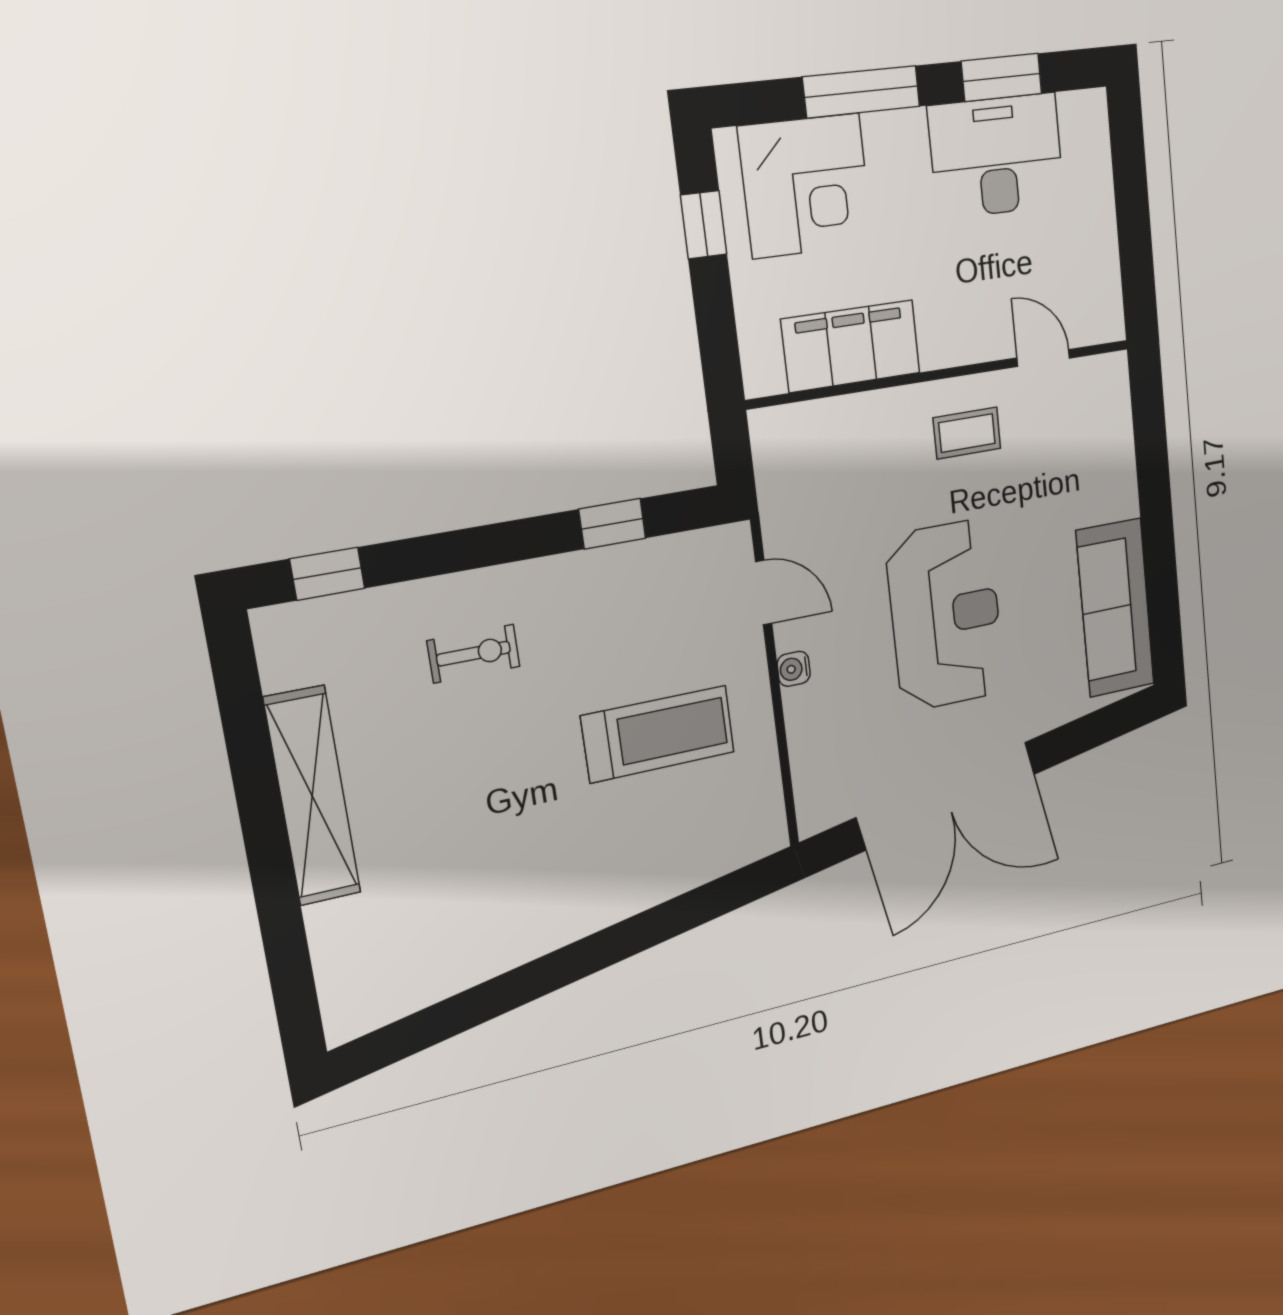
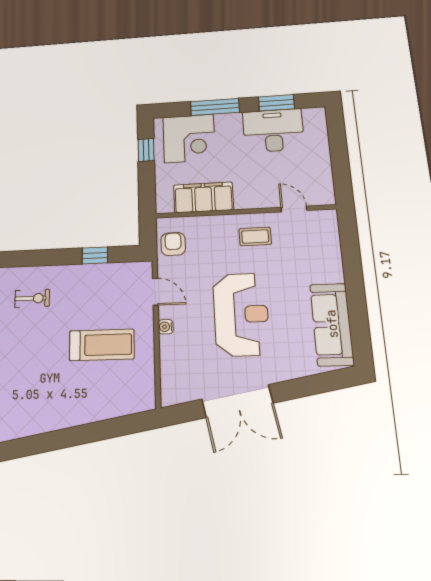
armchair: (792, 472) -> (173, 244), added
double door: (946, 796) -> (237, 401), width x0.73

